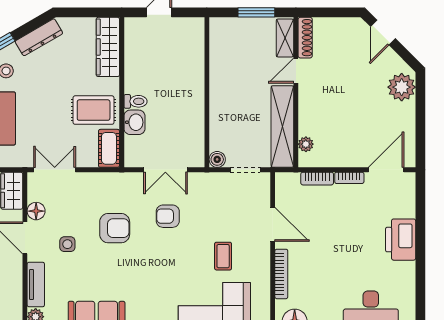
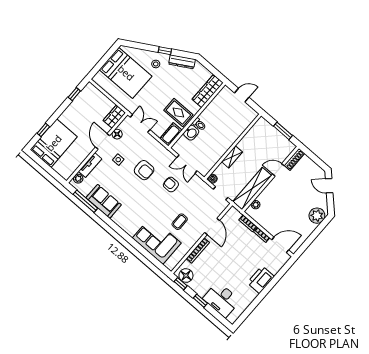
door: (383, 32) -> (329, 186), hinge flipped
shelving: (285, 38) -> (232, 157), moved

